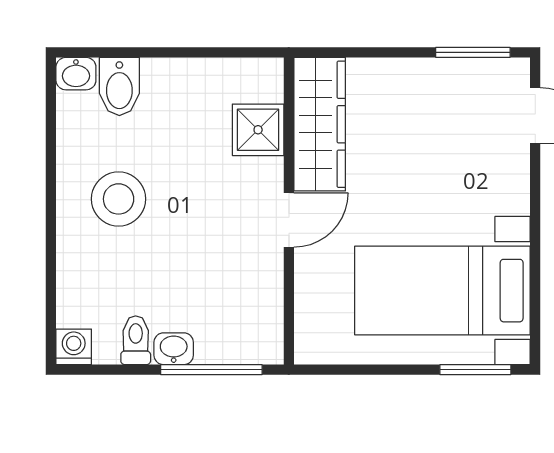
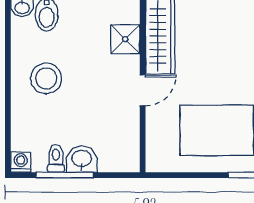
washbasin: (174, 349) -> (82, 159), width x1.38, depth x1.45
window: (211, 370) -> (65, 175), moved

